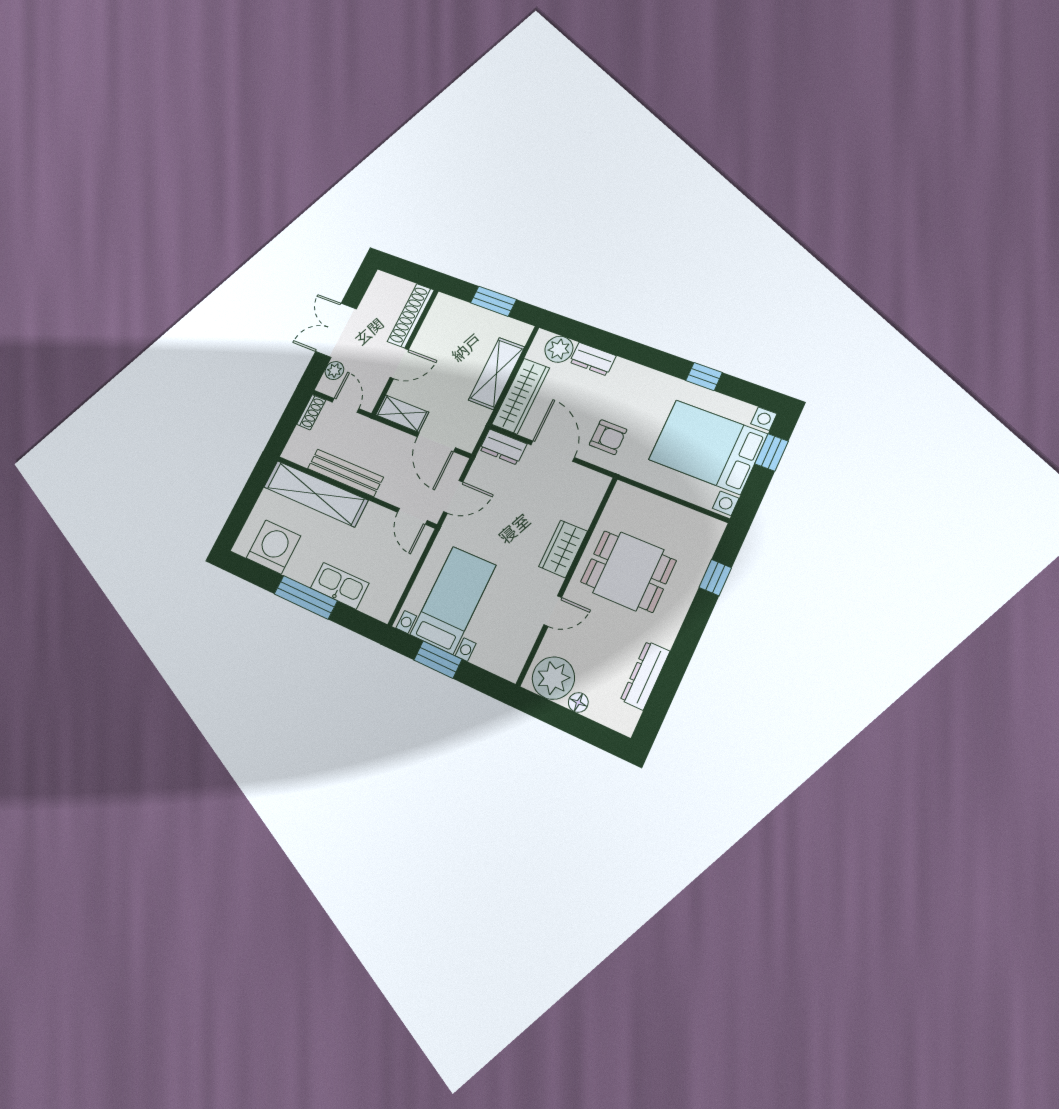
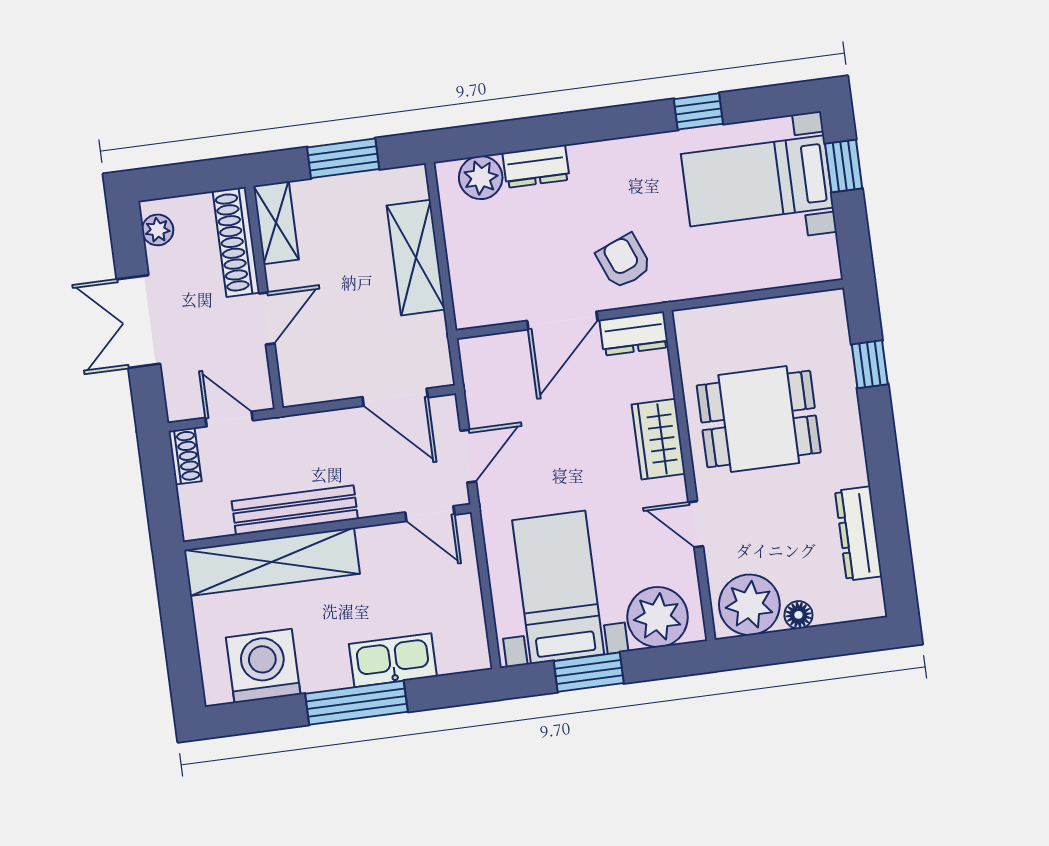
plant: (334, 371) -> (158, 230), moved
wardrobe: (521, 396) -> (470, 270), removed
shelving: (402, 414) -> (276, 223), moved, turned 90
armchair: (608, 437) -> (624, 261), turned -112
dresser: (503, 447) -> (634, 333), moved
bed with nightstands: (708, 447) -> (757, 181), width x0.73
door: (553, 451) -> (562, 321), swing flipped
door: (553, 611) -> (696, 524), swing flipped
plant: (497, 652) -> (658, 617), added

